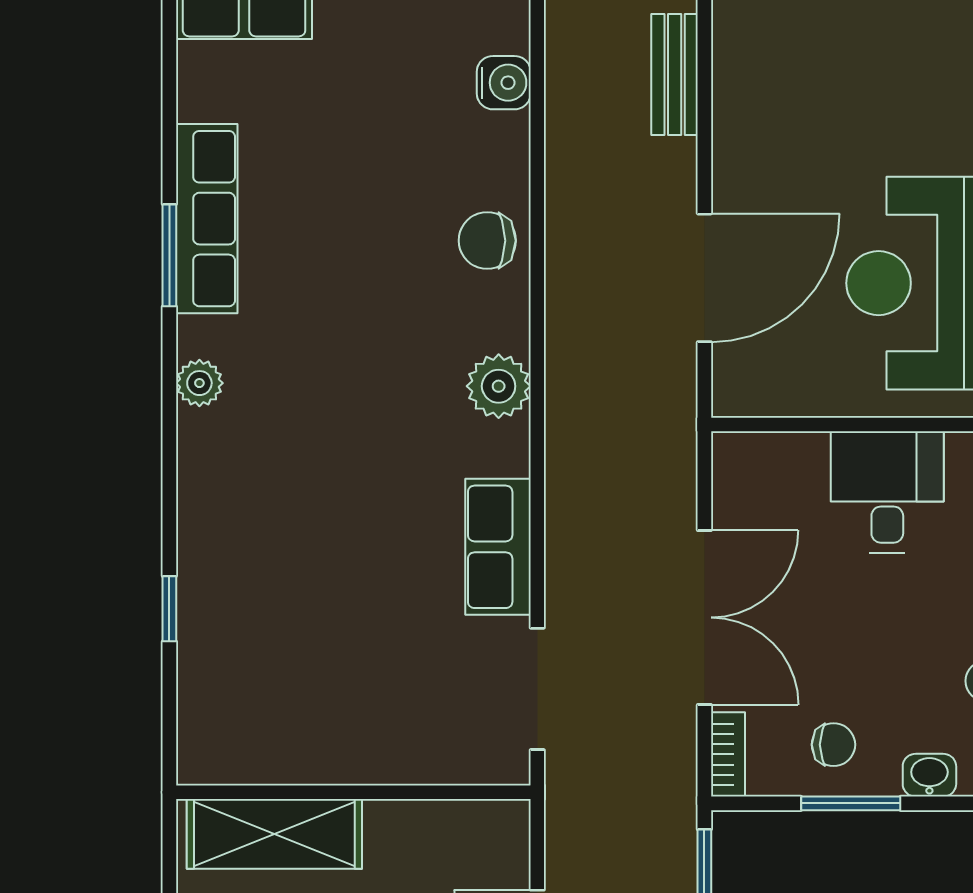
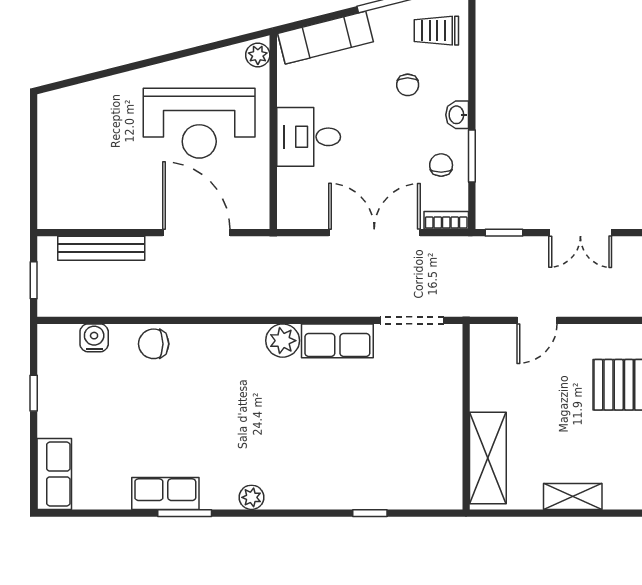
bench: (675, 74) -> (101, 248), width x1.36
row of seats: (207, 219) -> (165, 494), width x0.68
chair: (487, 241) -> (154, 344), moved, turned 90
plant: (499, 386) -> (283, 341), moved

